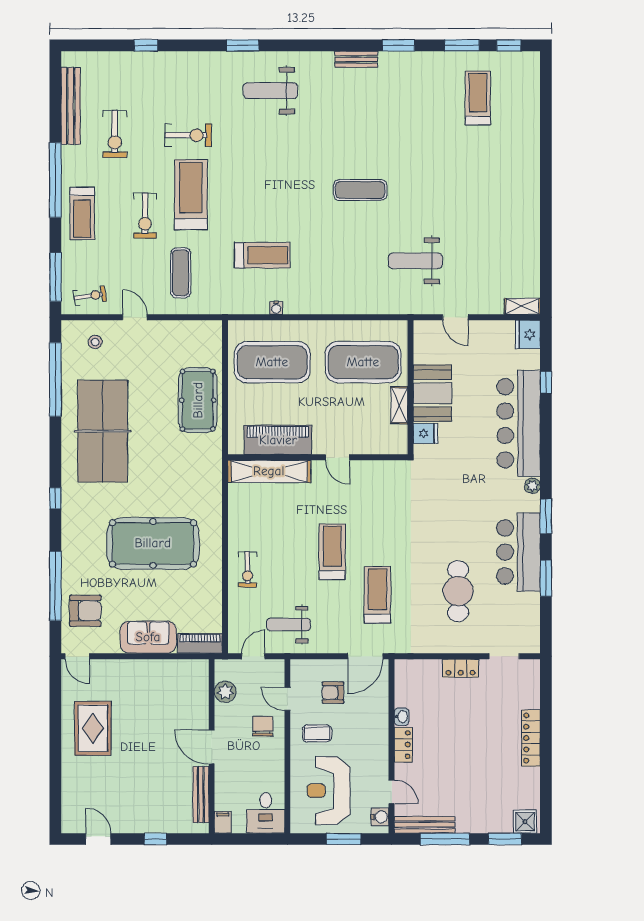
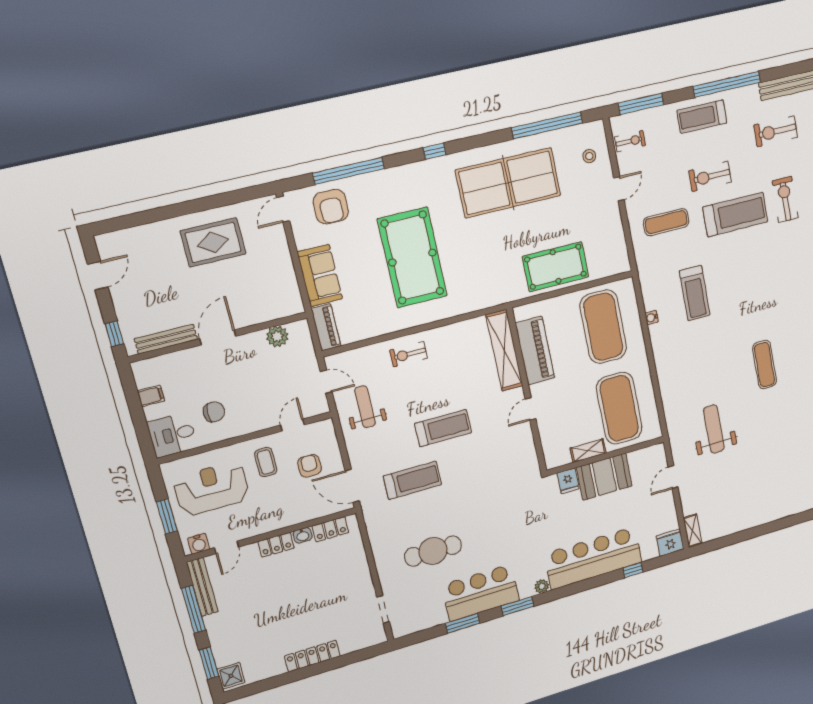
exercise bike: (188, 135) -> (785, 199), turned 180
exercise bike: (90, 296) -> (630, 141), turned -81
locker: (460, 668) -> (330, 529), moved, turned -90
plant: (225, 692) -> (277, 337), moved
chair: (263, 726) -> (214, 412), moved
wall: (212, 746) -> (219, 337), moved
door: (212, 747) -> (218, 337), moved
bench: (201, 794) -> (166, 339), moved

